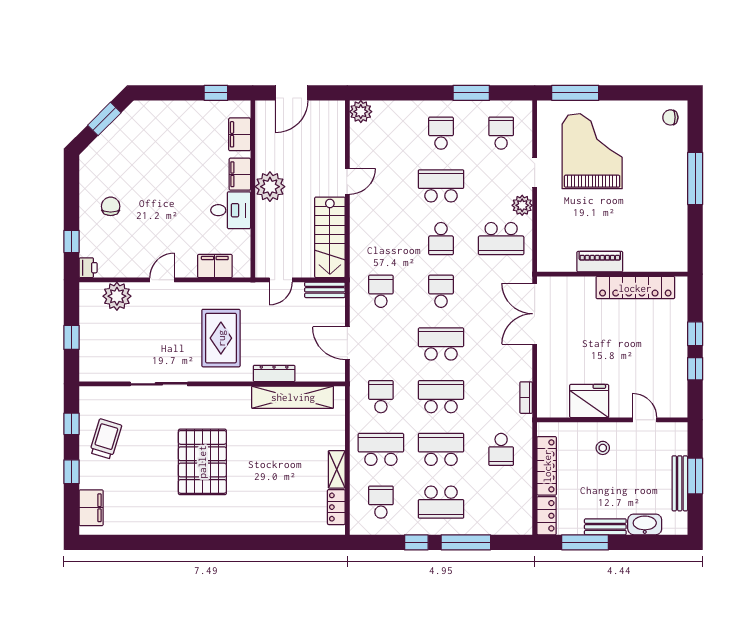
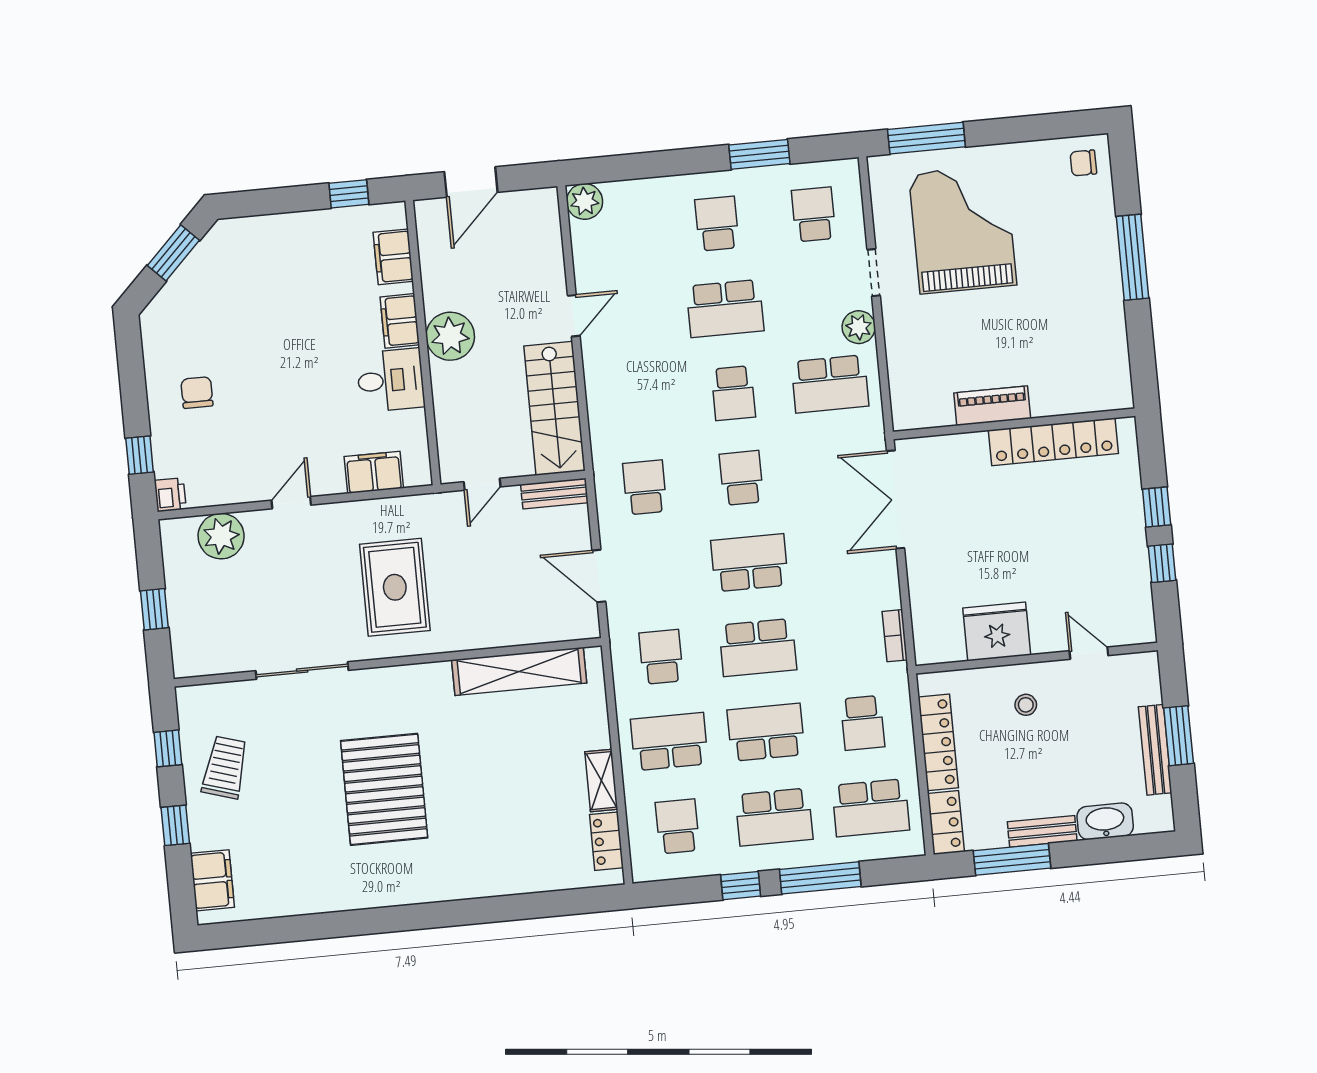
school desk: (441, 186) -> (725, 308), turned 180
dresser: (274, 373) -> (486, 636), removed
school desk: (441, 397) -> (758, 648), turned 180
school desk: (501, 502) -> (871, 808), added

